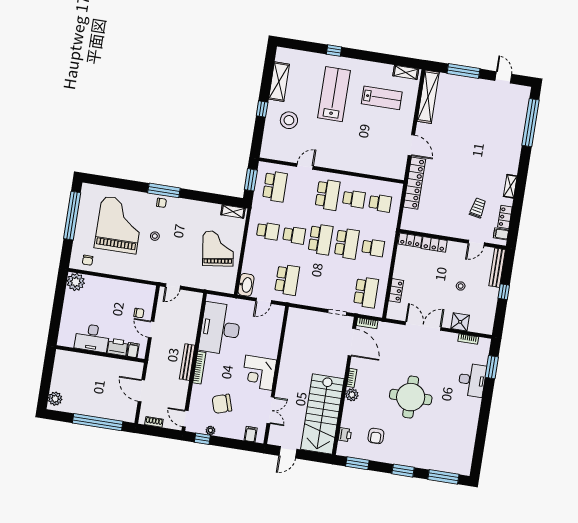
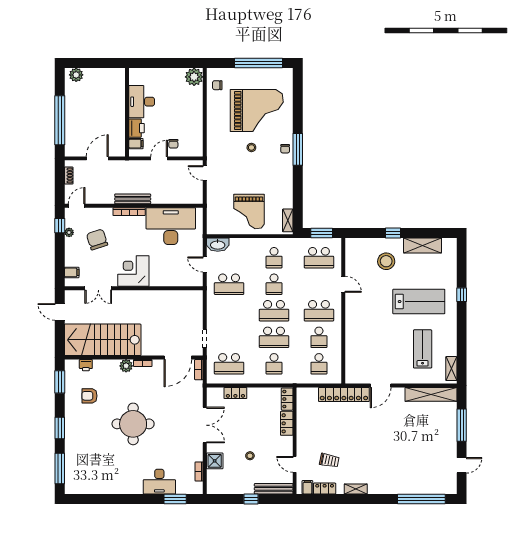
lab bench: (382, 98) -> (423, 349), turned 180
grand piano: (218, 249) -> (249, 212), turned 98

